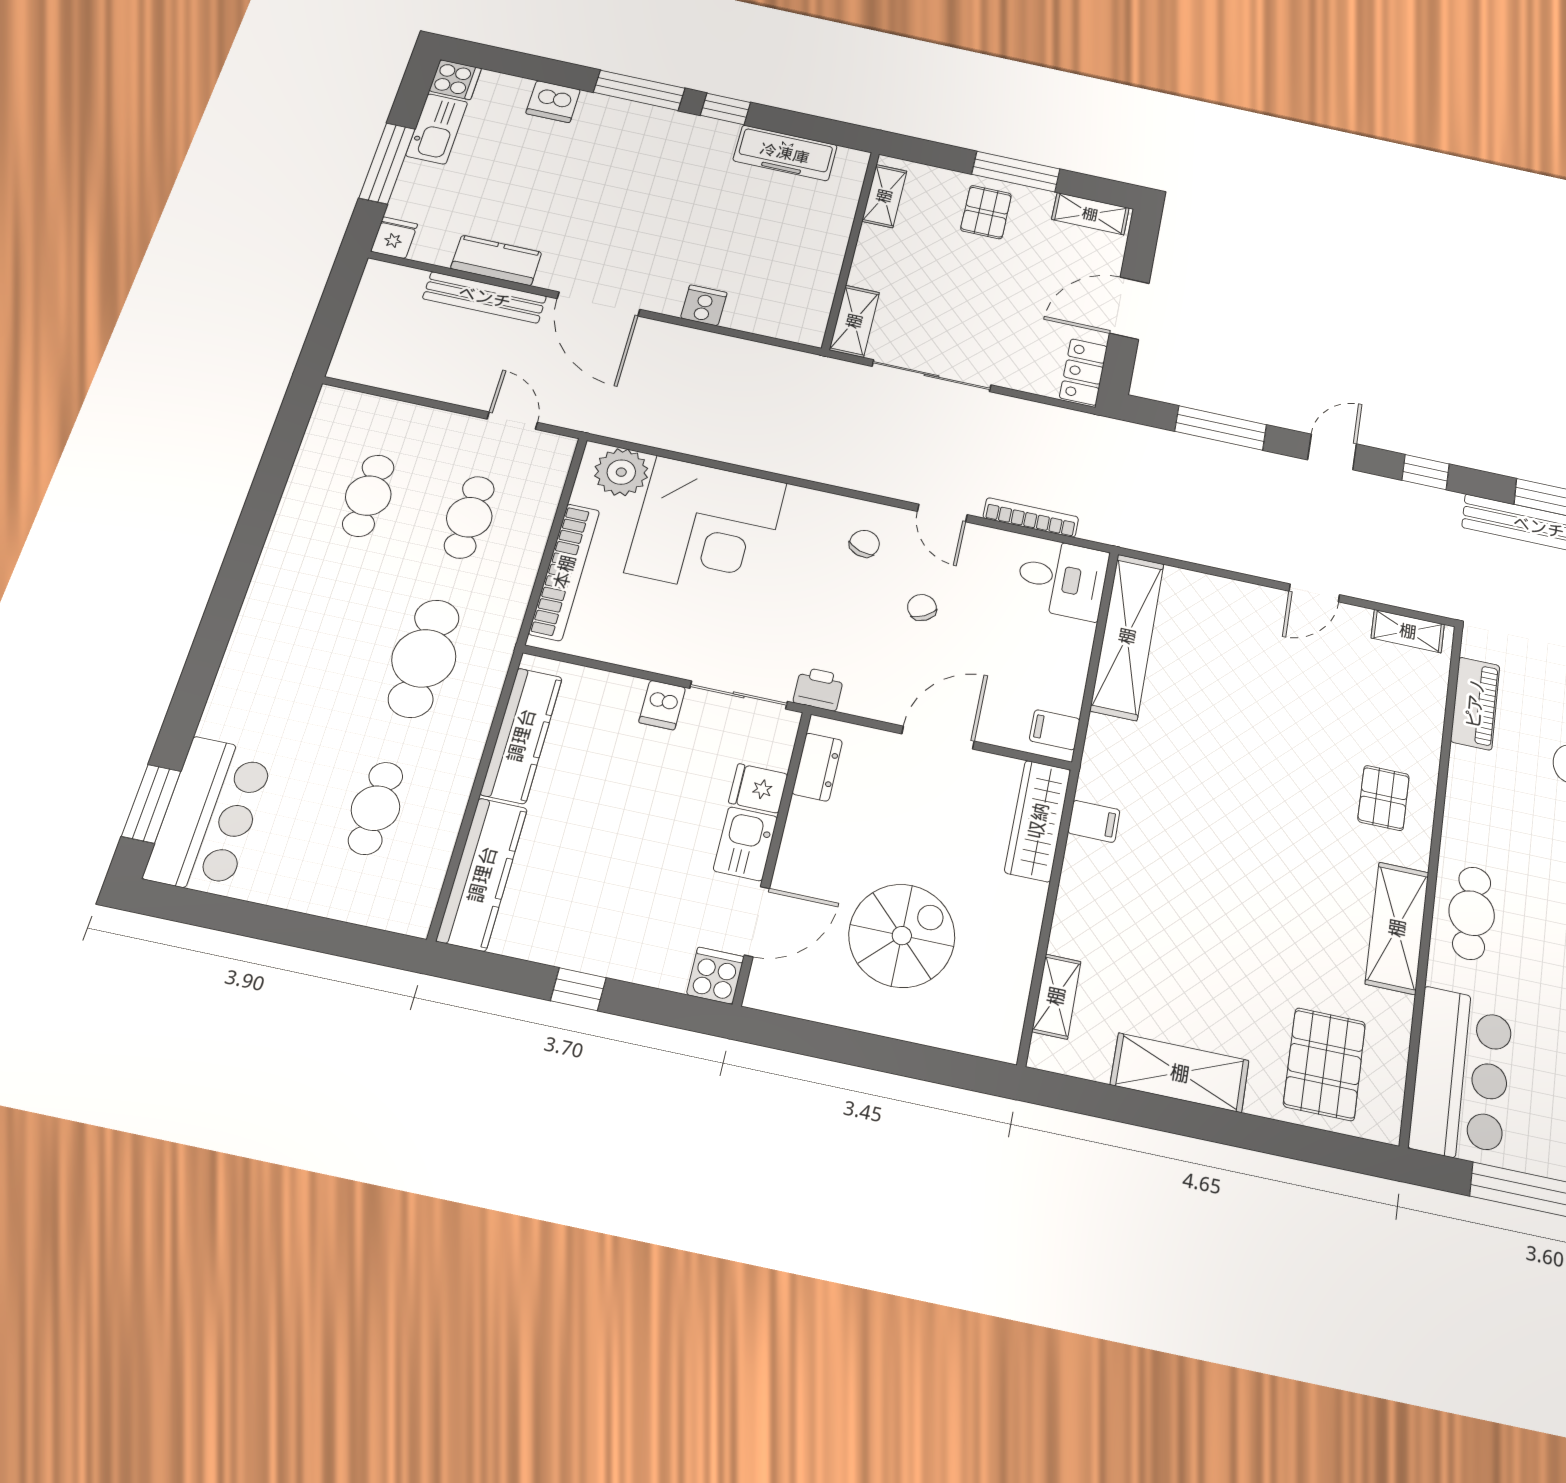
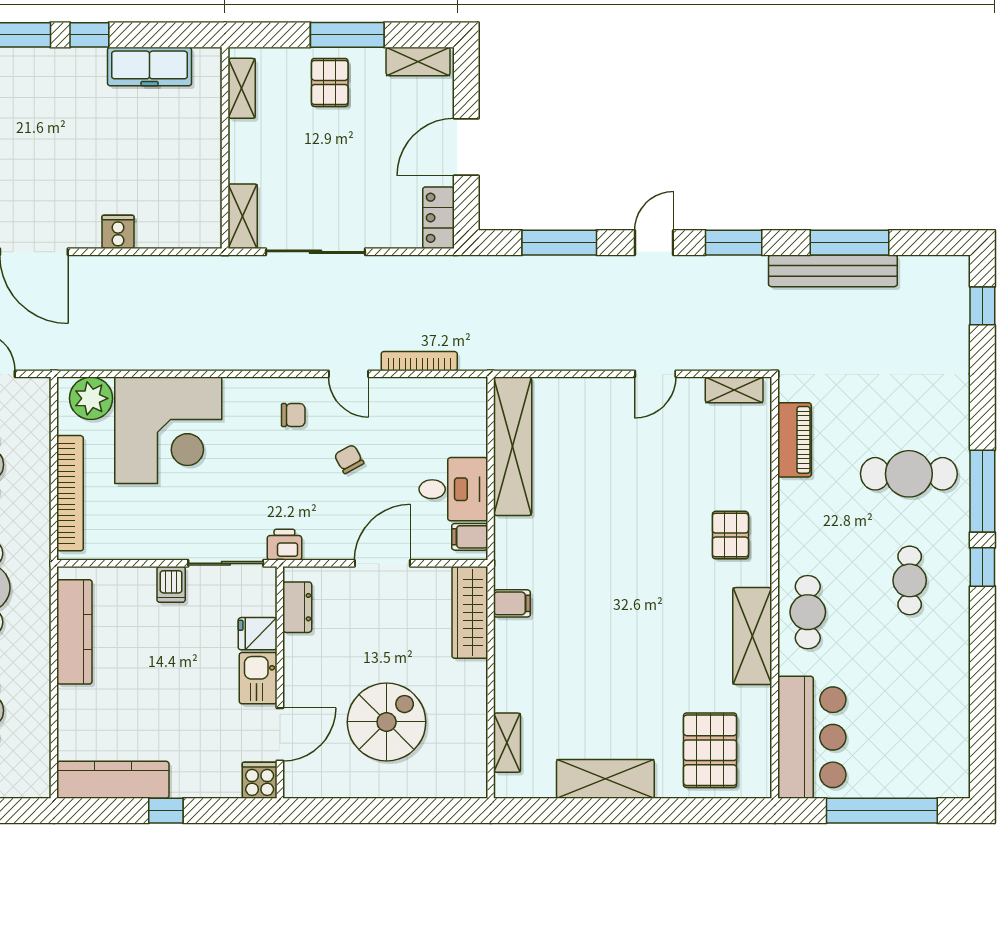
window: (1426, 472) -> (734, 243), width x1.50
chair: (864, 544) -> (293, 415), turned 71
desk: (1062, 579) -> (453, 489), moved
kitchen counter: (482, 874) -> (113, 780), moved, turned -90

